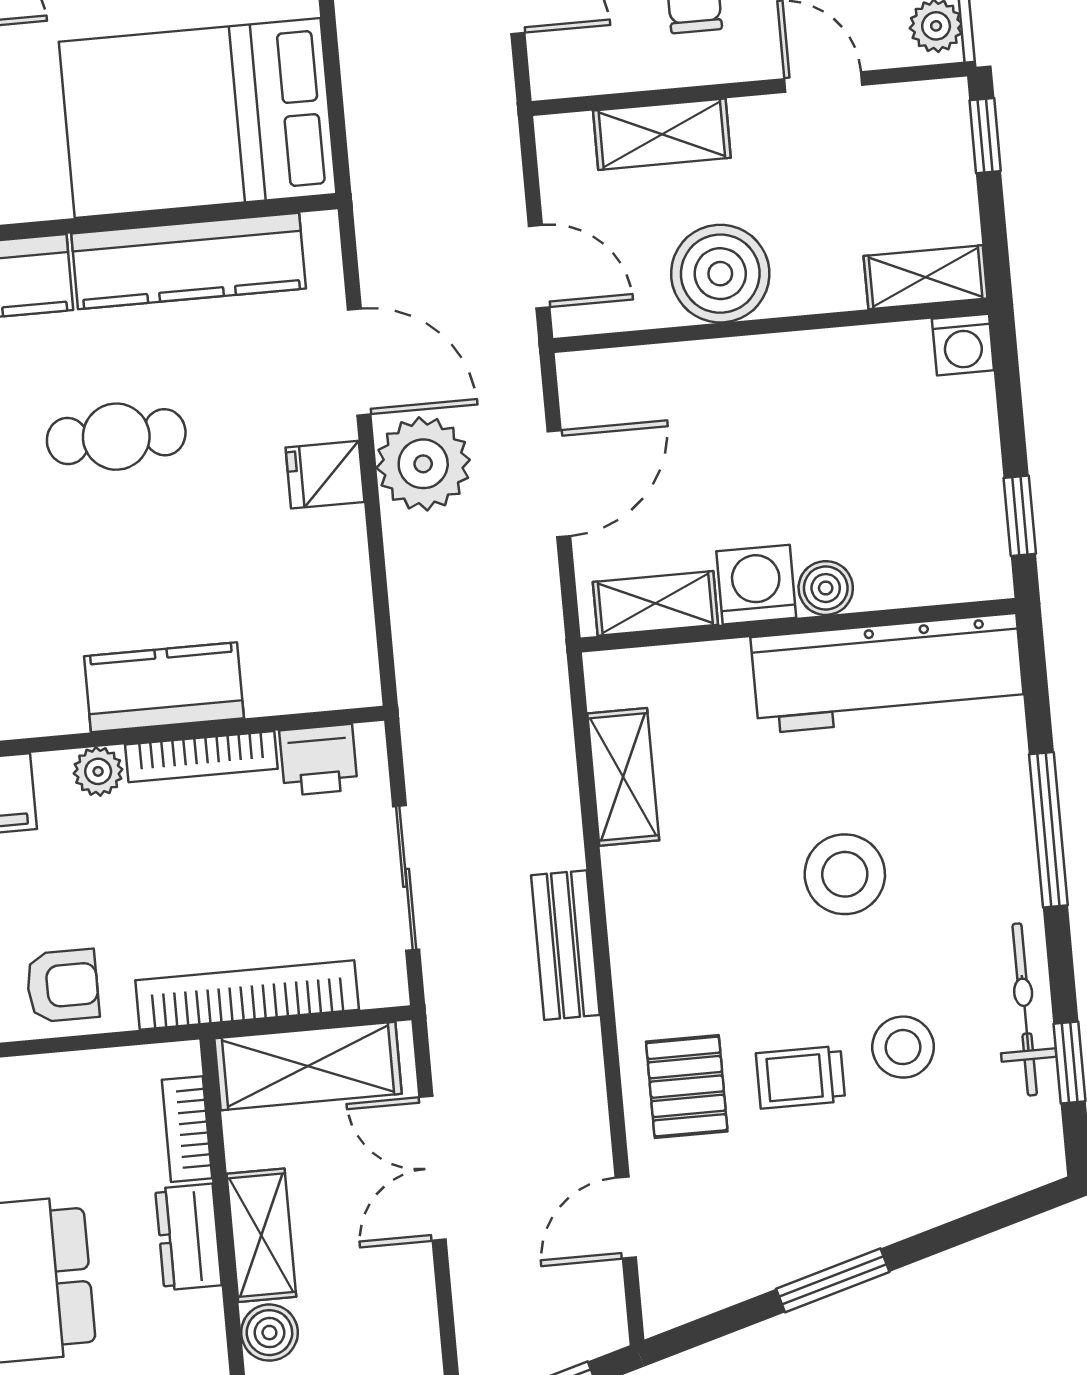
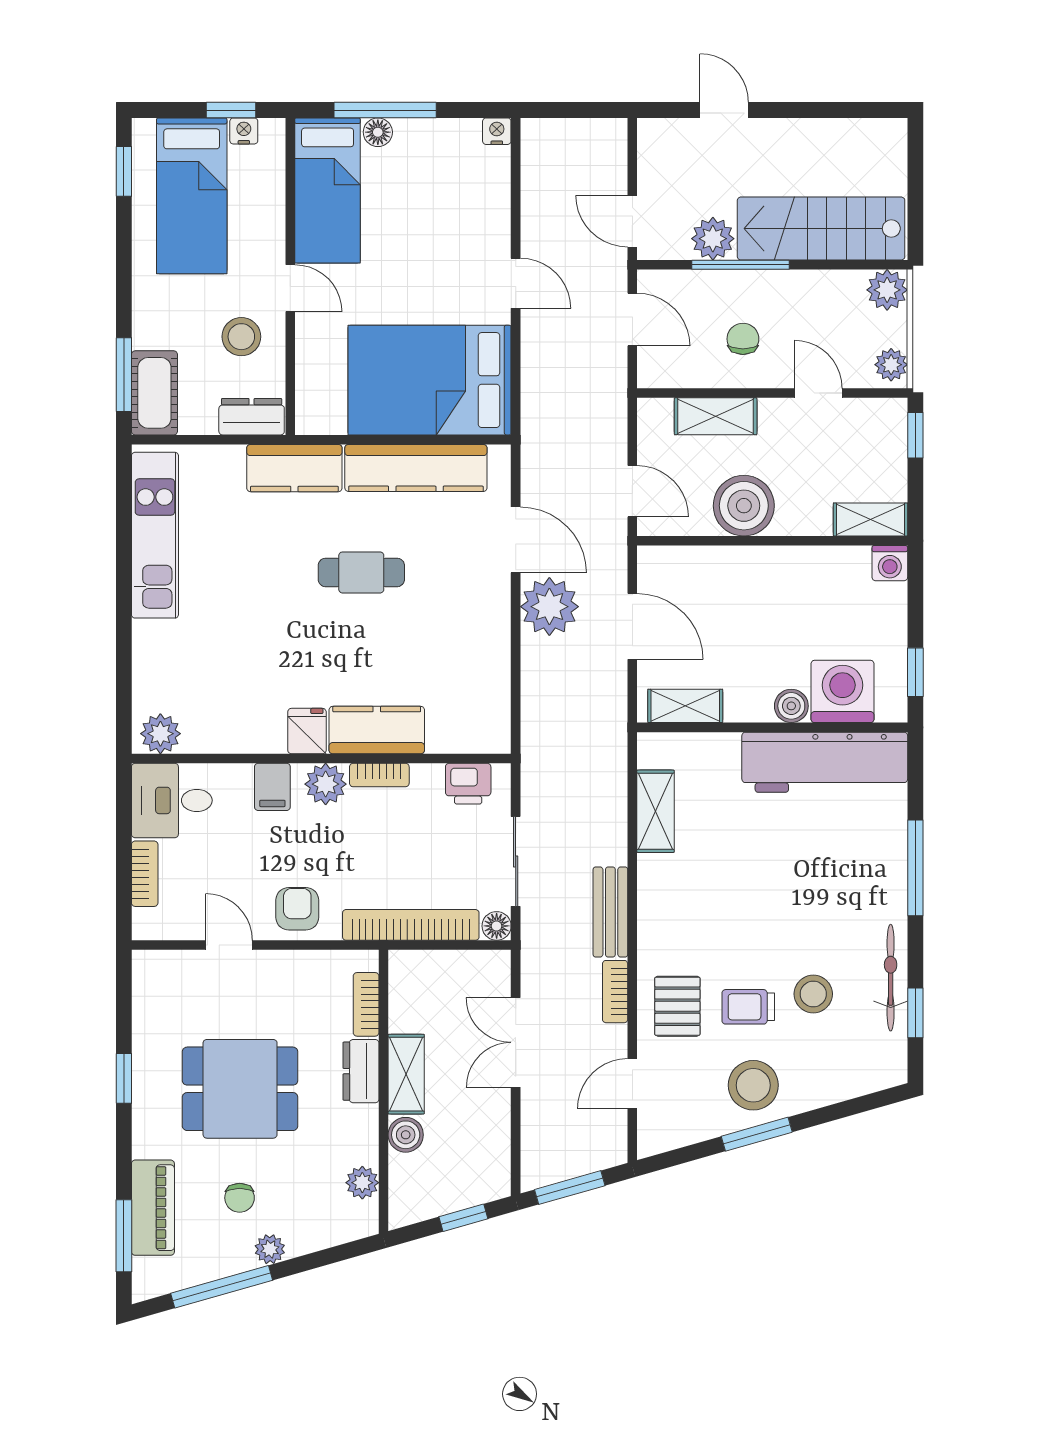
fridge: (325, 475) -> (307, 731), moved, turned 90
door: (559, 484) -> (632, 626), hinge flipped
washing machine: (756, 585) -> (843, 691), moved, width x1.37, depth x1.37
bookcase: (201, 757) -> (379, 775), width x0.64
plant: (98, 771) -> (326, 784), width x1.38, depth x1.38
stool: (845, 874) -> (753, 1085), moved
floor lamp: (385, 984) -> (497, 926), added
armchair: (63, 986) -> (297, 909), turned -90
shelving: (308, 1066) -> (444, 972), removed
bookcase: (585, 1072) -> (615, 992), added

